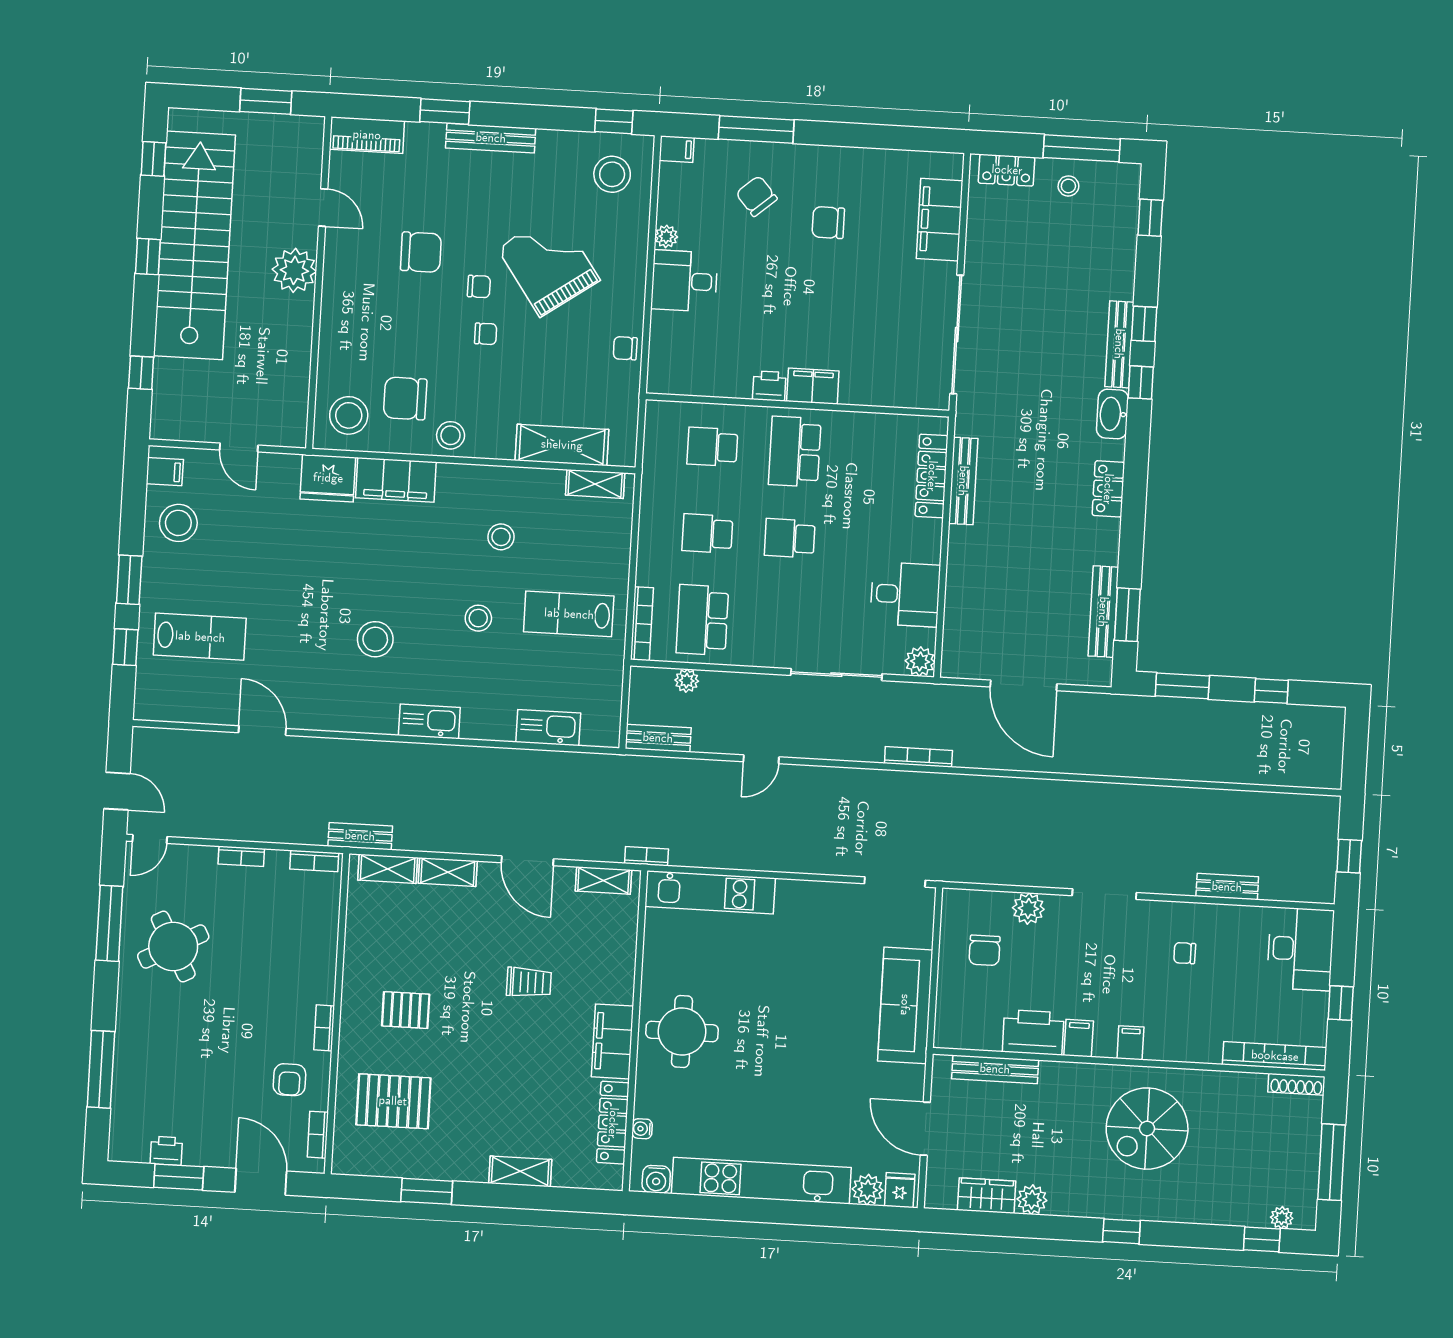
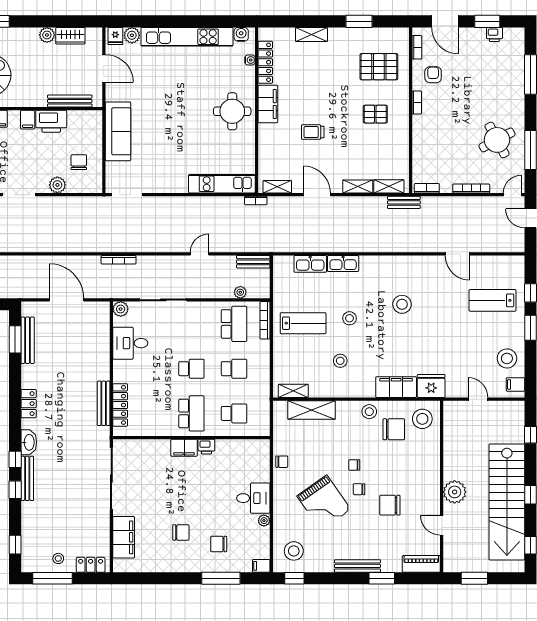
chair: (757, 196) -> (219, 544), turned 131
kitchen sink: (429, 721) -> (343, 264), moved
bookcase: (241, 856) -> (471, 188), width x1.56

